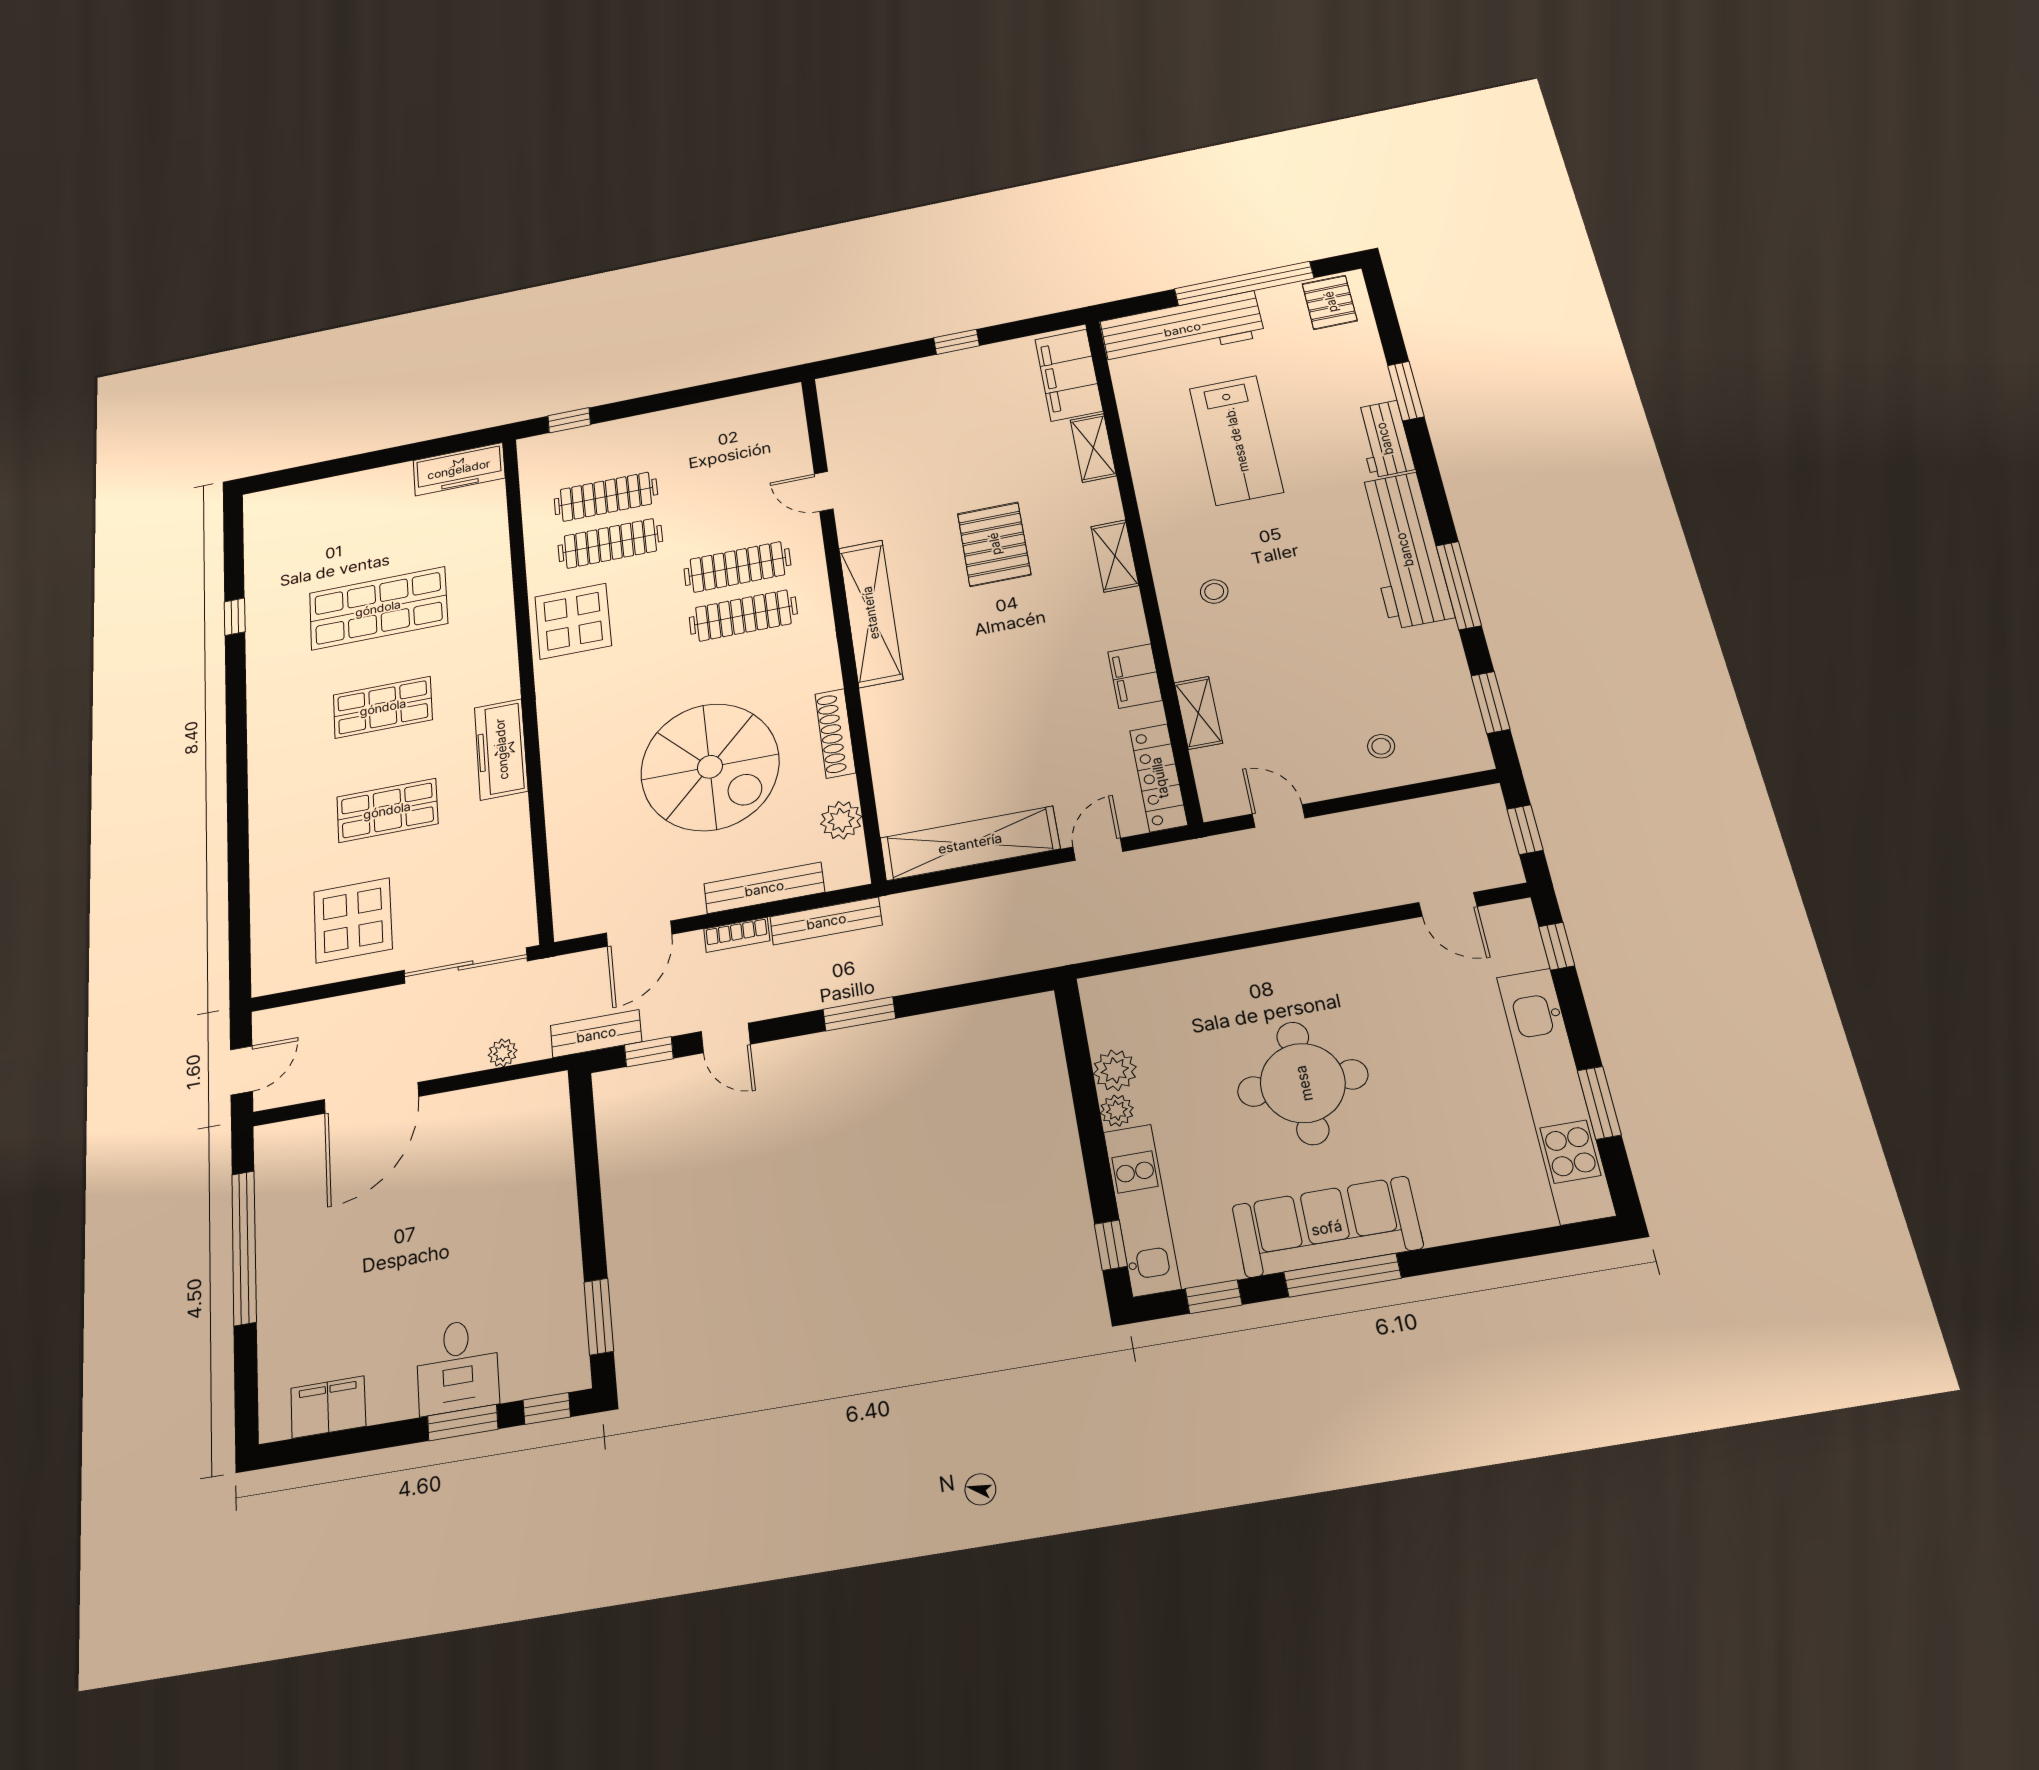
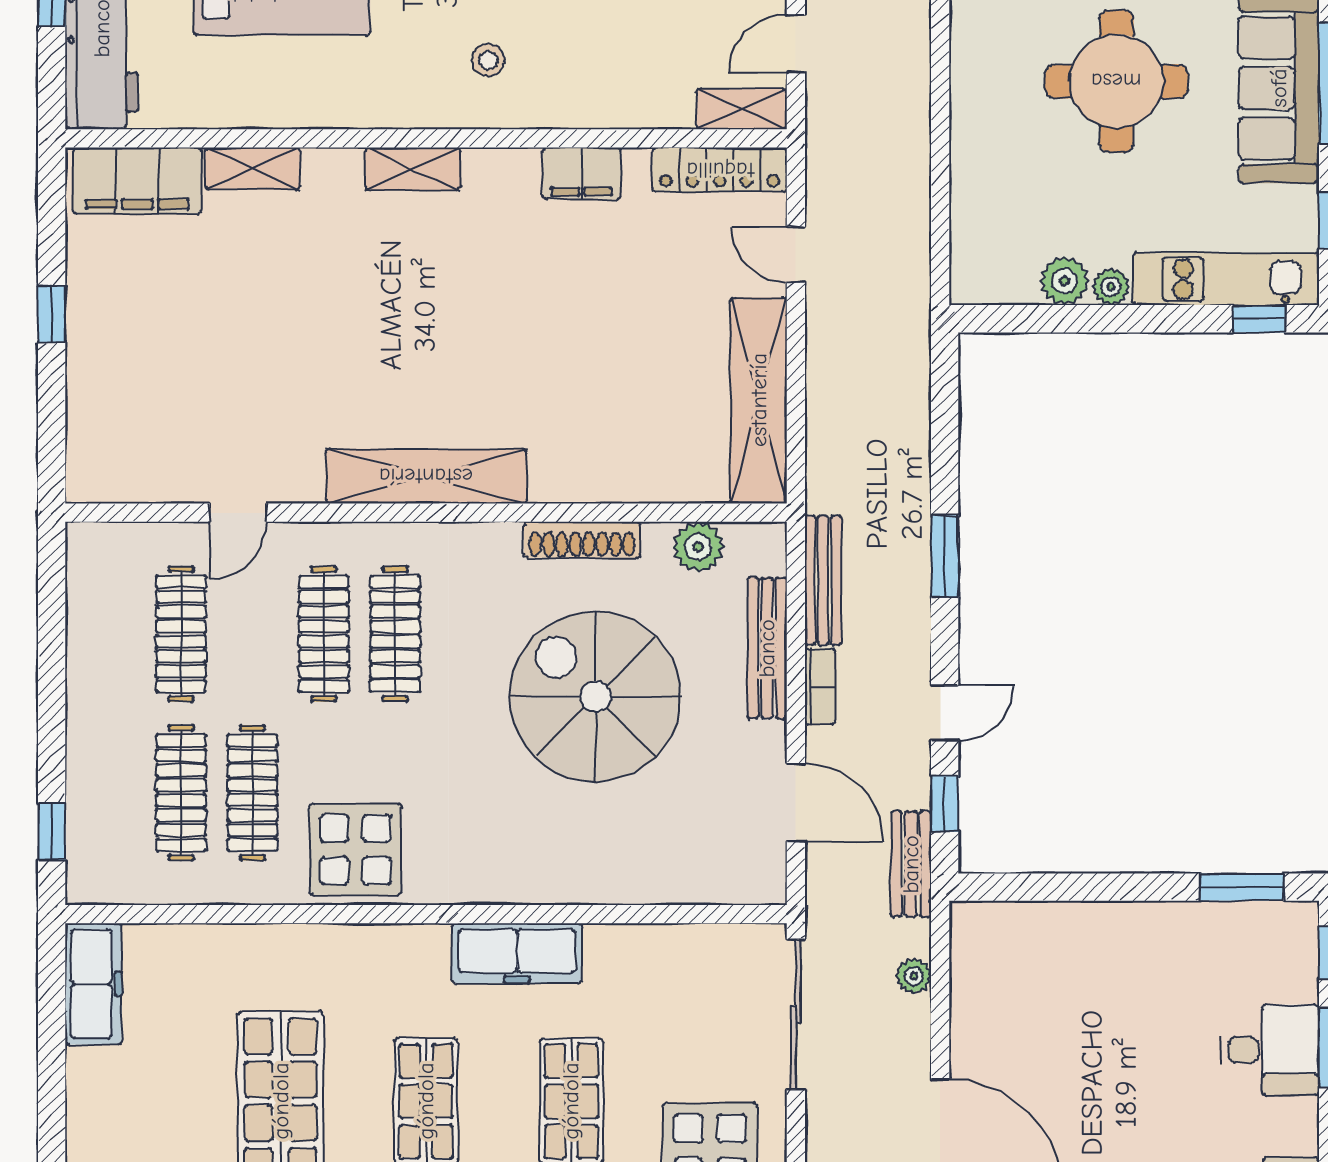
clothes rail: (726, 473) -> (181, 634), added
pallet: (994, 544) -> (363, 312), removed
shelving: (1198, 713) -> (742, 109), moved
spiral stairs: (710, 767) -> (595, 697), turned -90

